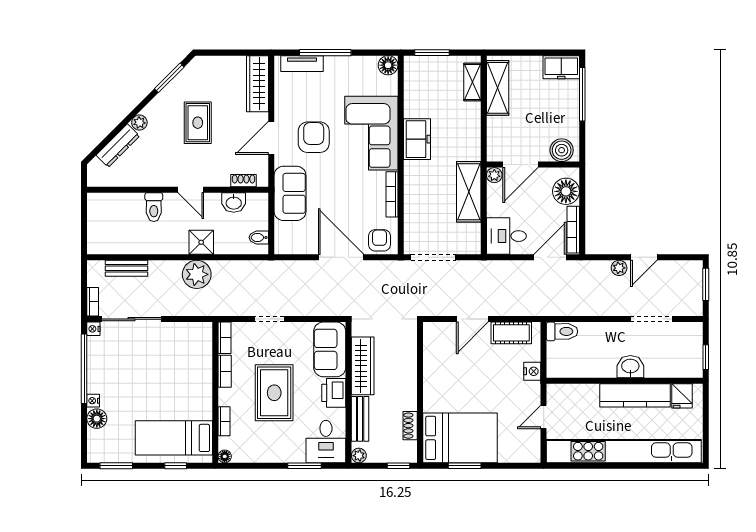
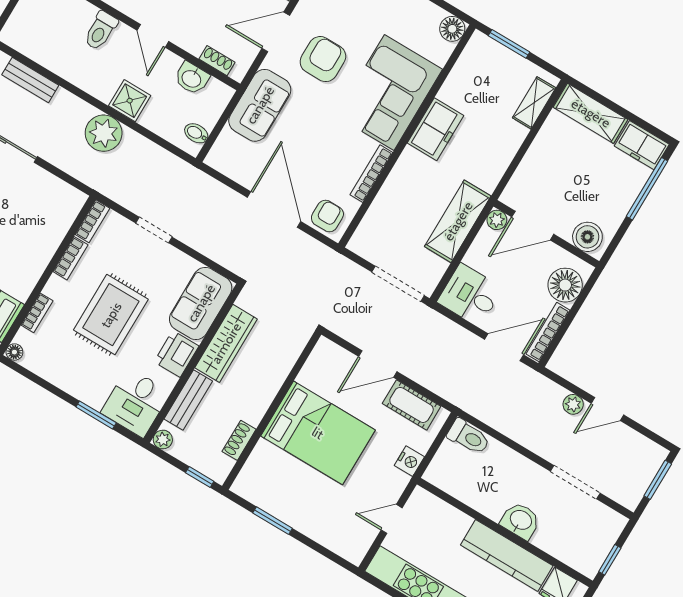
shelving: (498, 88) -> (591, 113), moved, turned 90
doorway: (433, 257) -> (398, 284), moved
bed: (460, 438) -> (318, 433), moved

